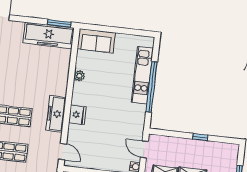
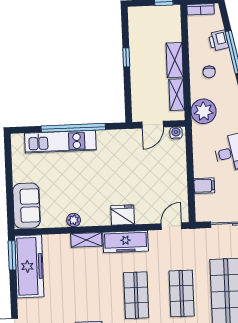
shelving: (62, 83) -> (86, 240), added

